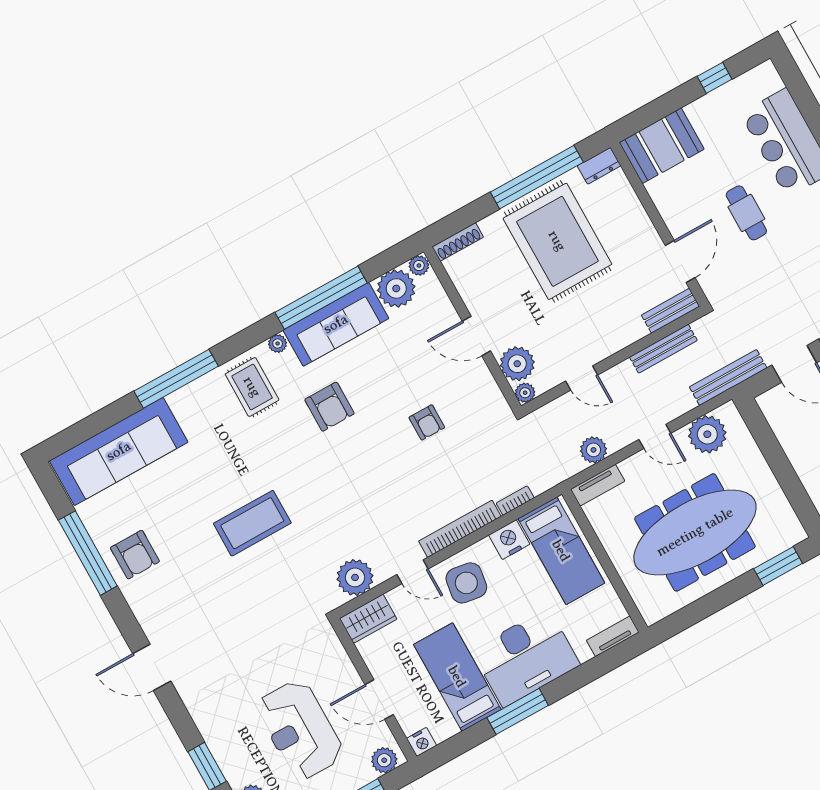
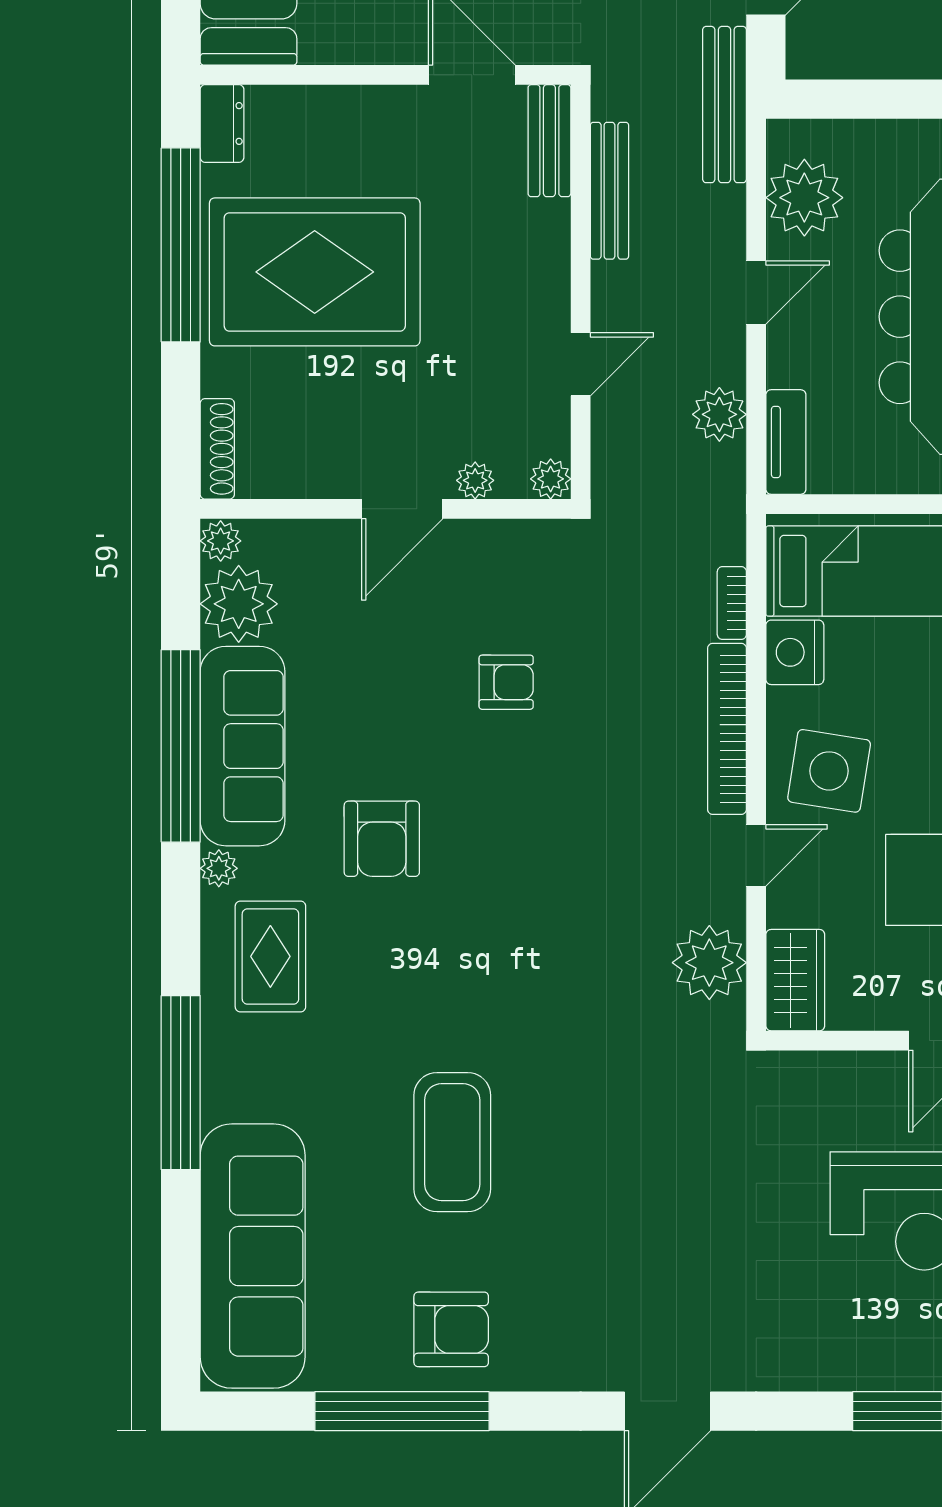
plant: (517, 364) -> (475, 480), width x0.53, depth x0.53
rug: (252, 387) -> (270, 956), turned 90
armchair: (330, 407) -> (382, 839), turned 90
coffee table: (252, 523) -> (452, 1142), moved

